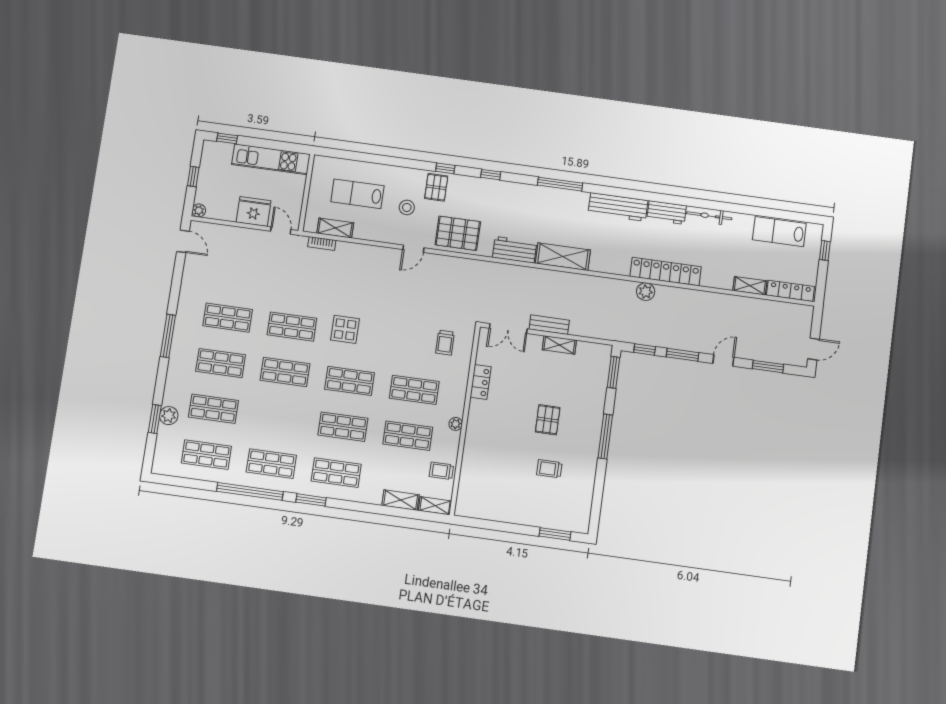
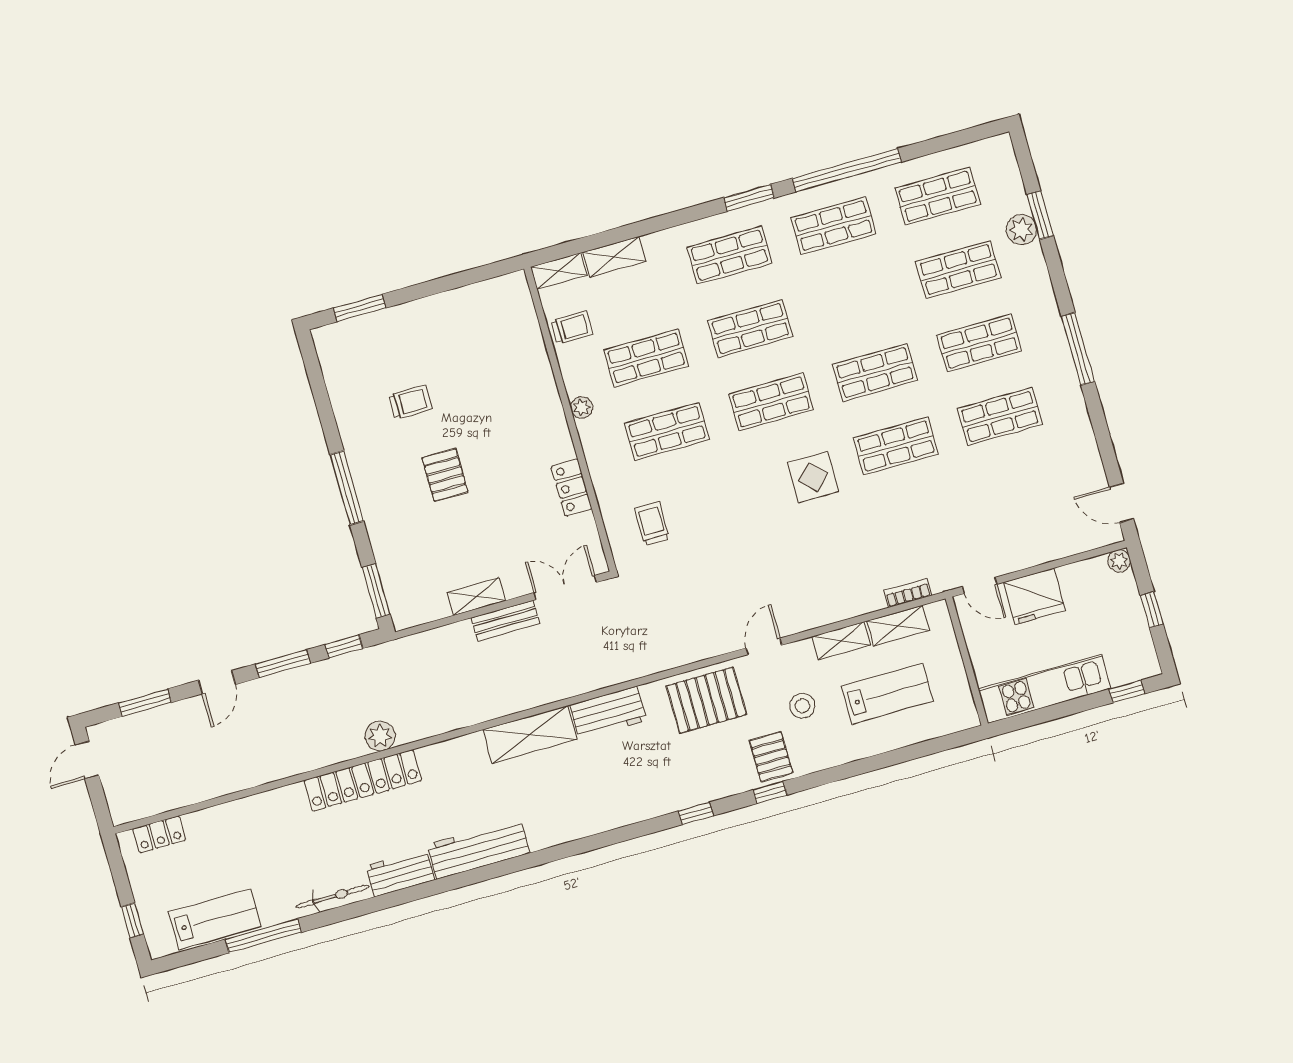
window: (560, 184) -> (263, 936), moved
shelving: (750, 286) -> (841, 641), moved
locker: (790, 291) -> (159, 834), width x0.66

